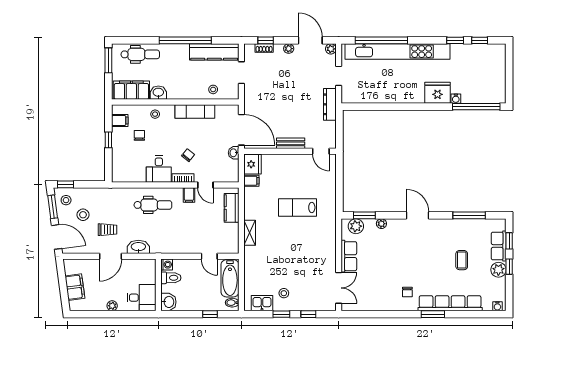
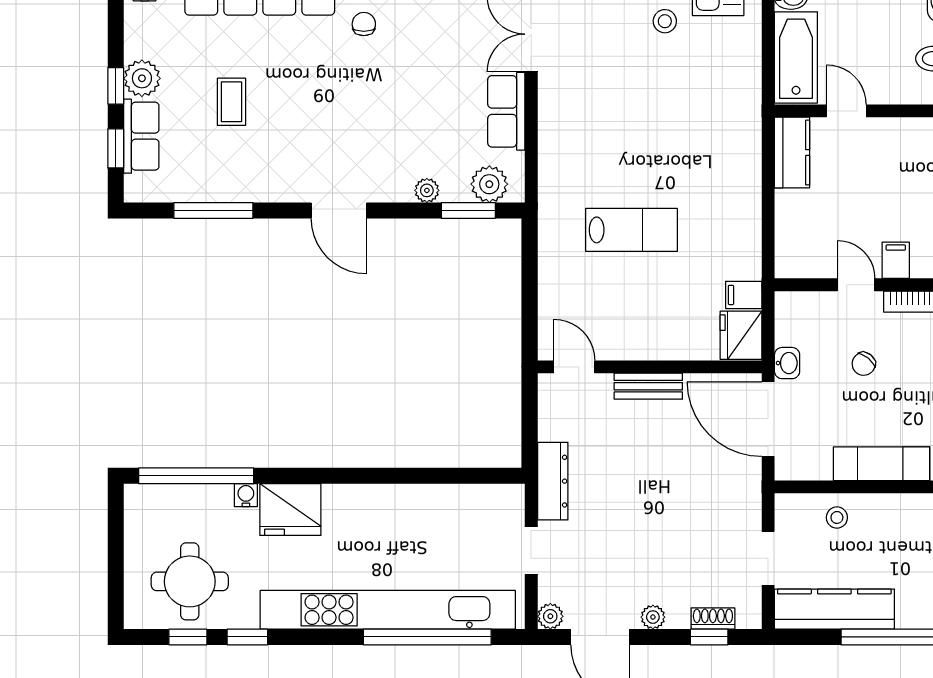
round table: (479, 63) -> (190, 581), added
chair: (188, 155) -> (864, 364), moved
kitchen counter: (232, 208) -> (792, 153), moved
shelving: (250, 233) -> (748, 168), removed

